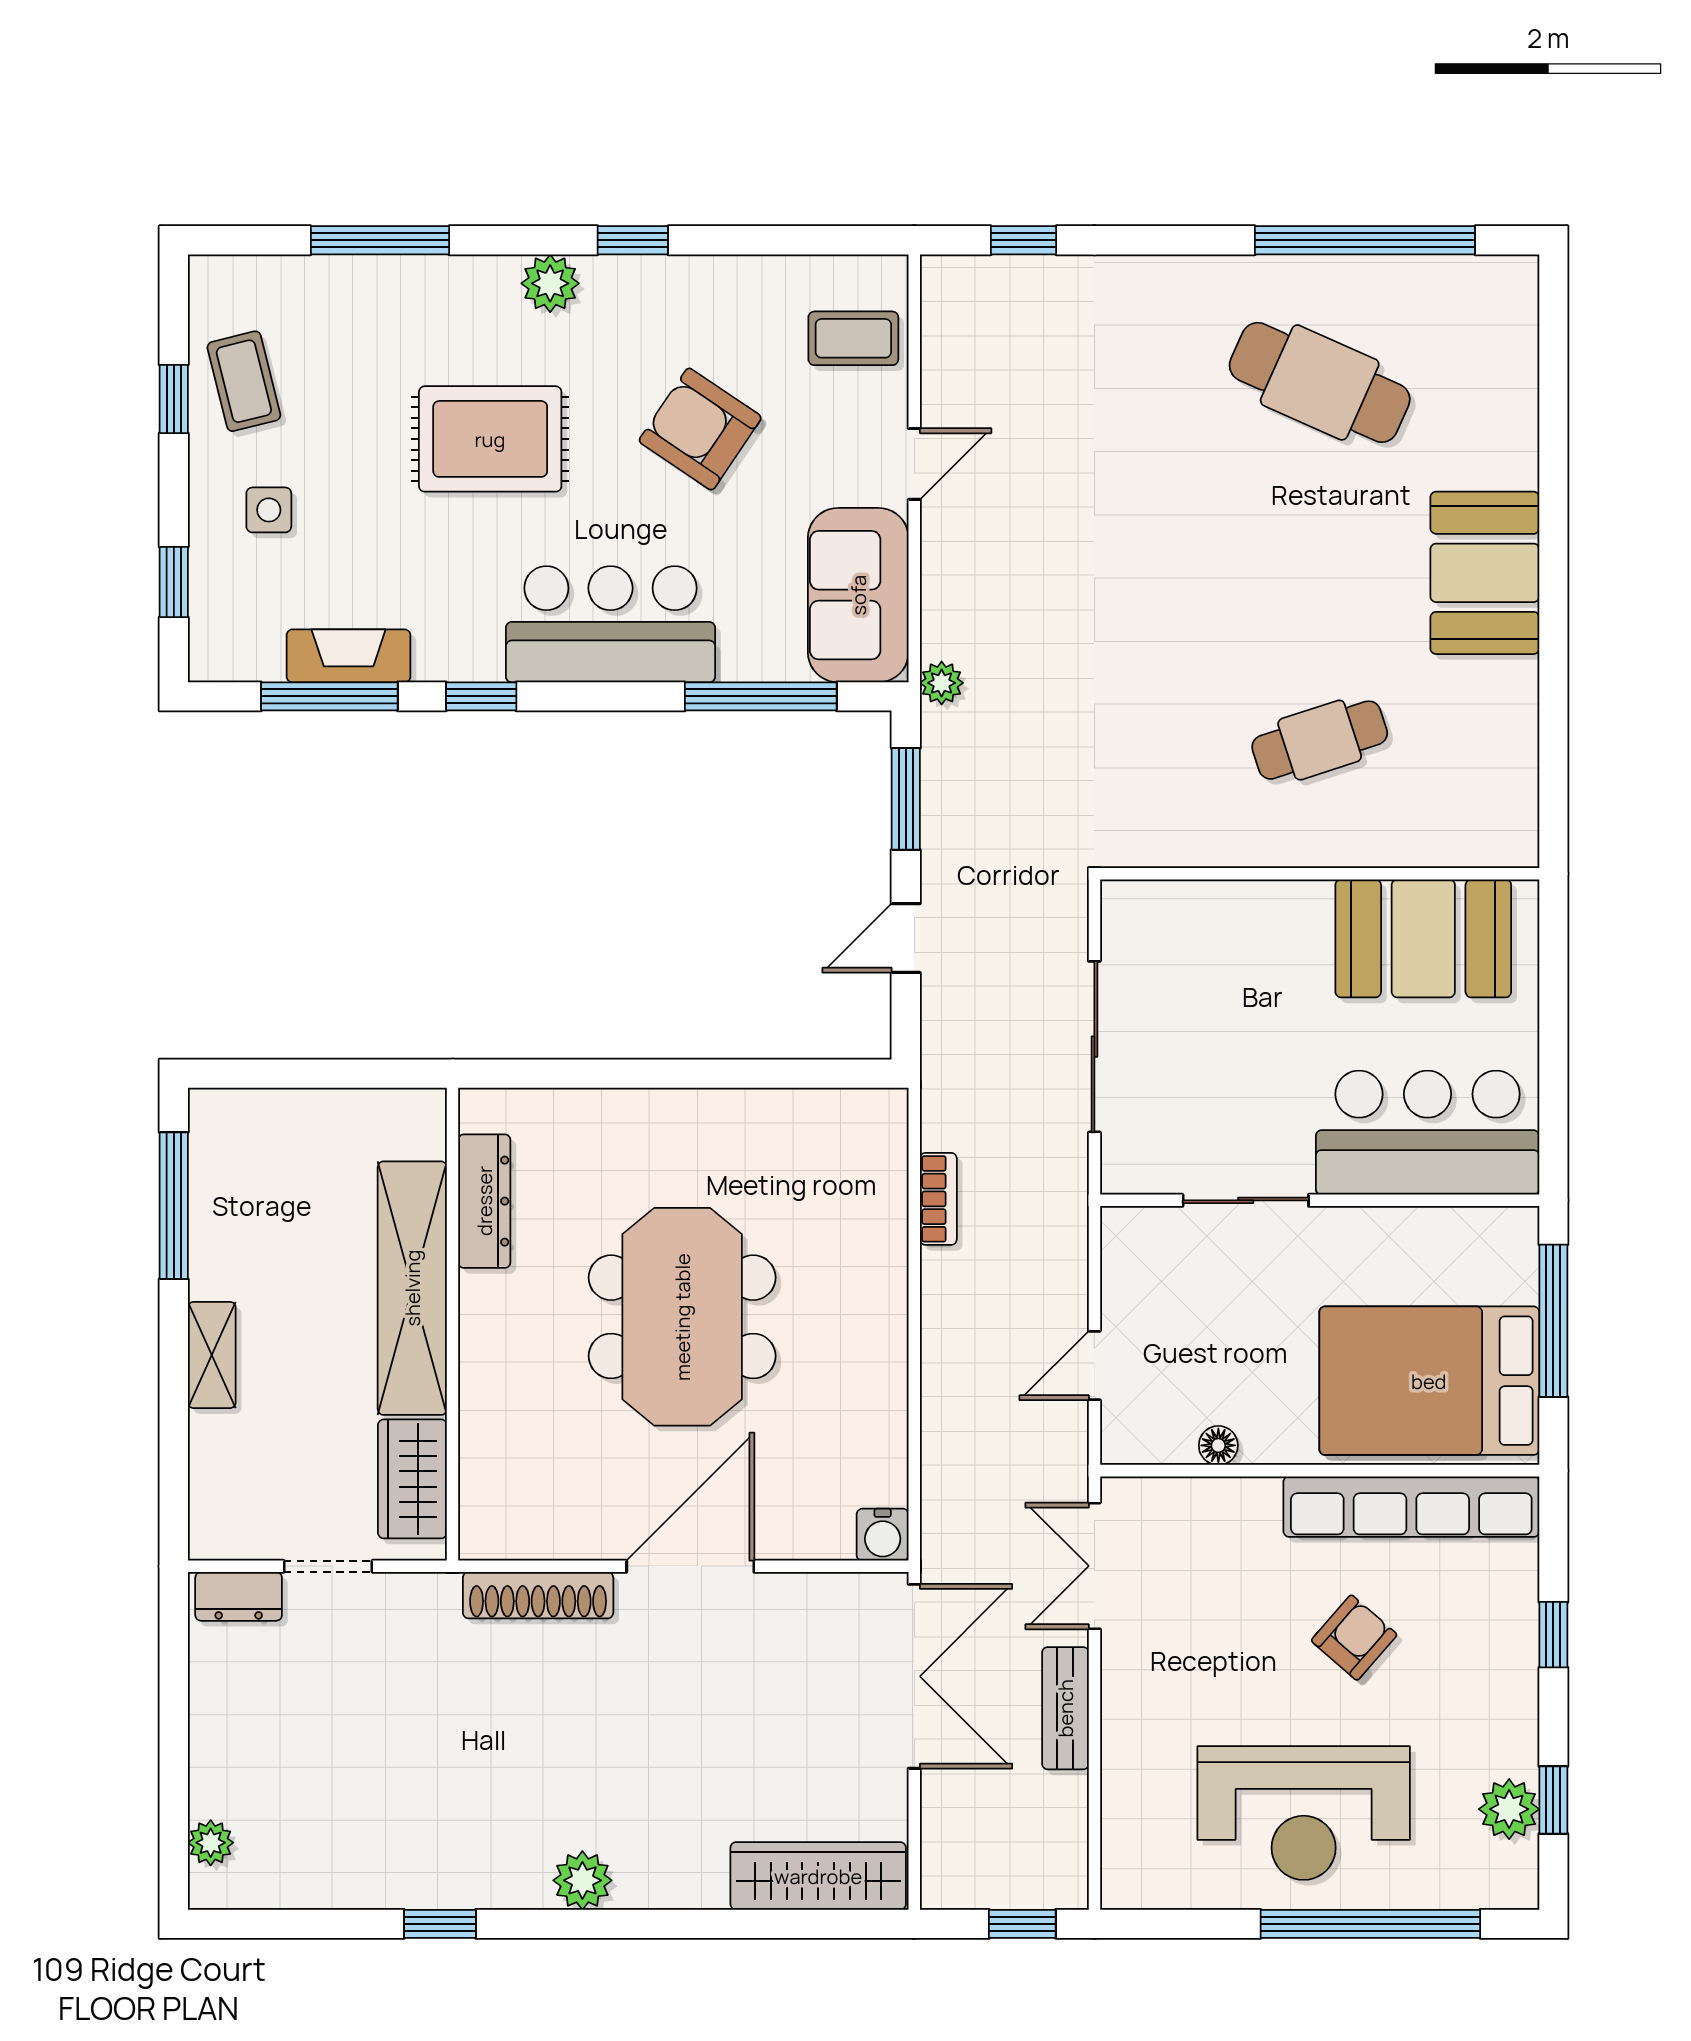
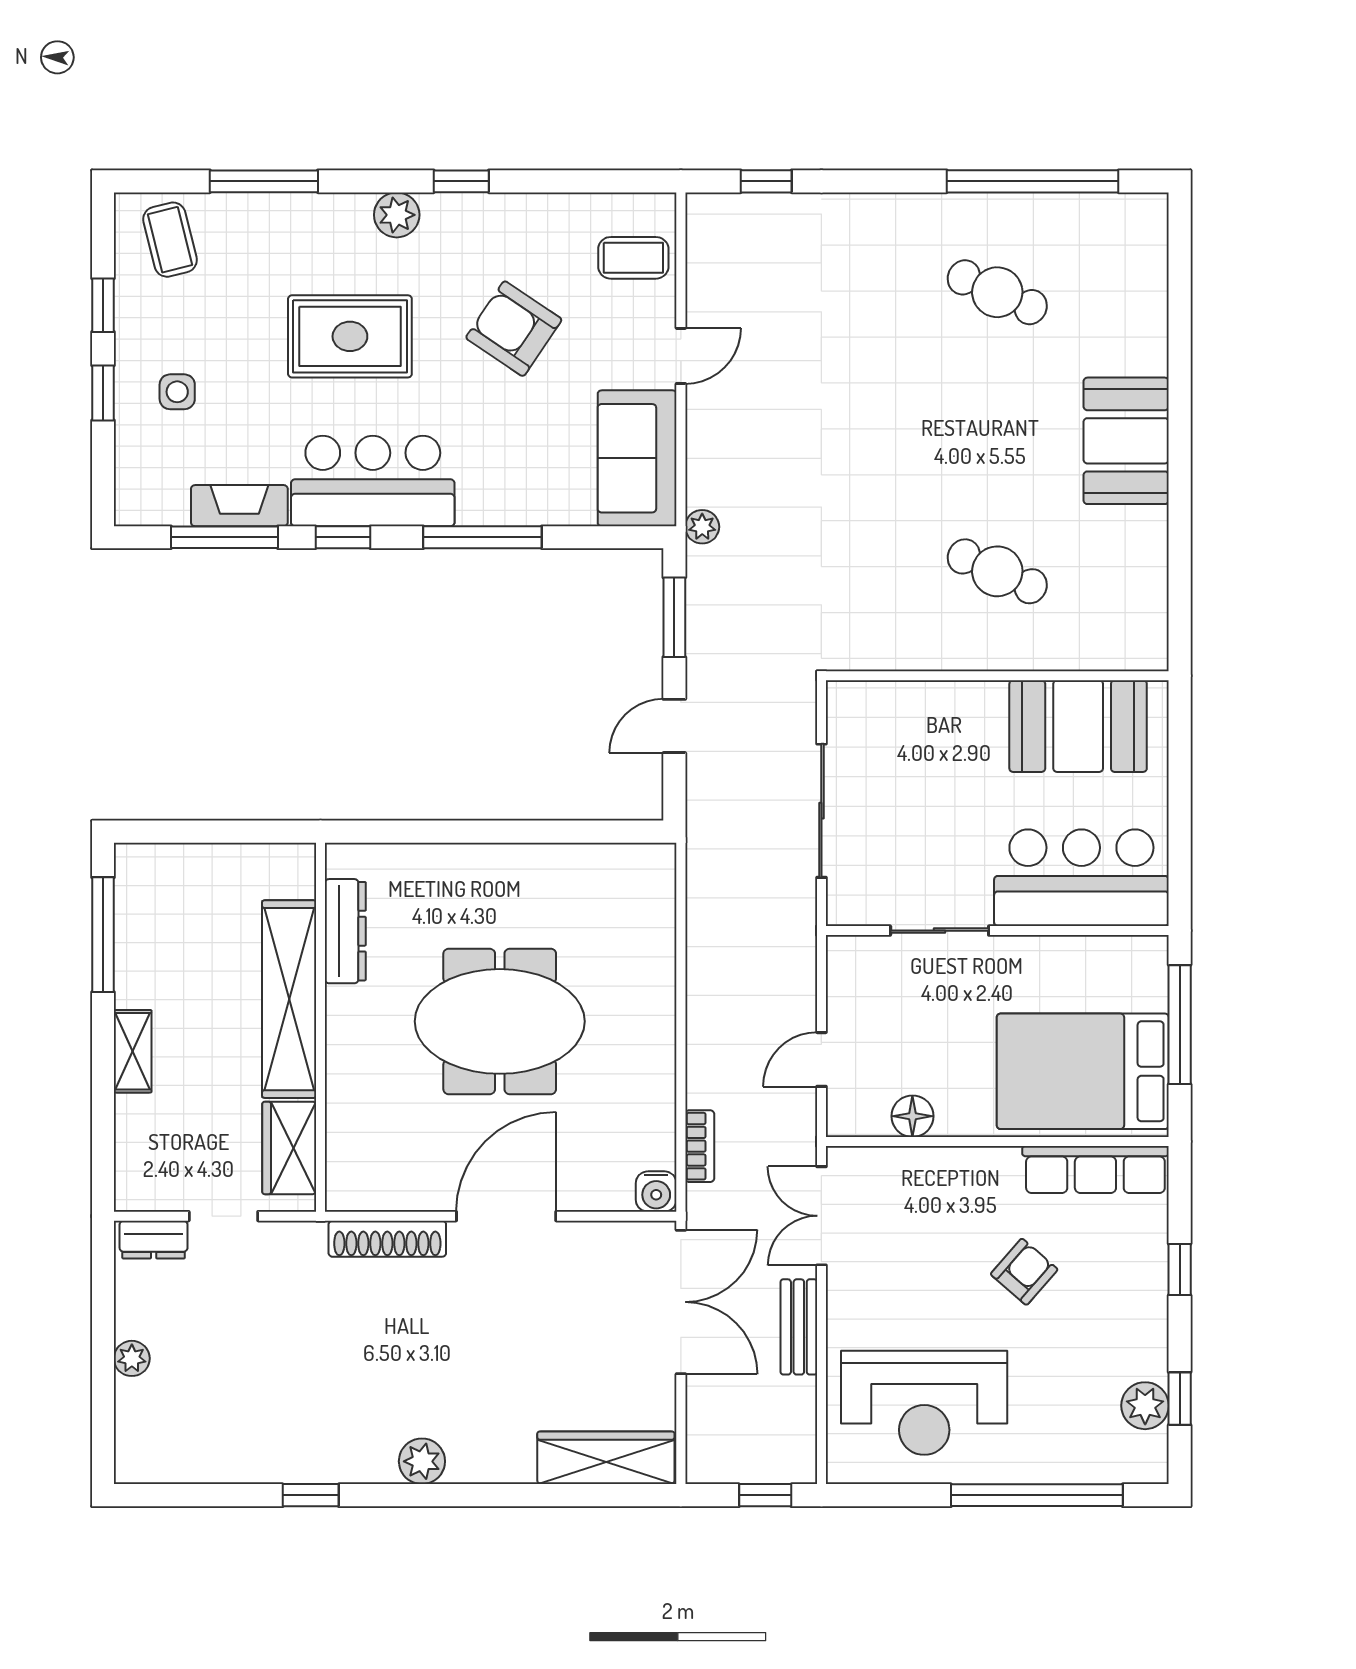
coffee table: (244, 381) -> (170, 240), moved
cafe table: (1320, 382) -> (997, 292), width x0.73, depth x0.74
window: (174, 582) -> (103, 393), moved
bar counter: (611, 624) -> (373, 481), moved
window: (761, 696) -> (482, 537), moved
cafe table: (1320, 740) -> (997, 571), turned 42
bookcase: (938, 1199) -> (700, 1146), moved
meeting table: (682, 1317) -> (500, 1021), turned 90
floor lamp: (1218, 1445) -> (912, 1116), width x1.37, depth x1.37
row of seats: (1411, 1507) -> (1095, 1170), width x0.73
reception desk: (1304, 1813) -> (924, 1403), moved
plant: (211, 1843) -> (132, 1358), moved

